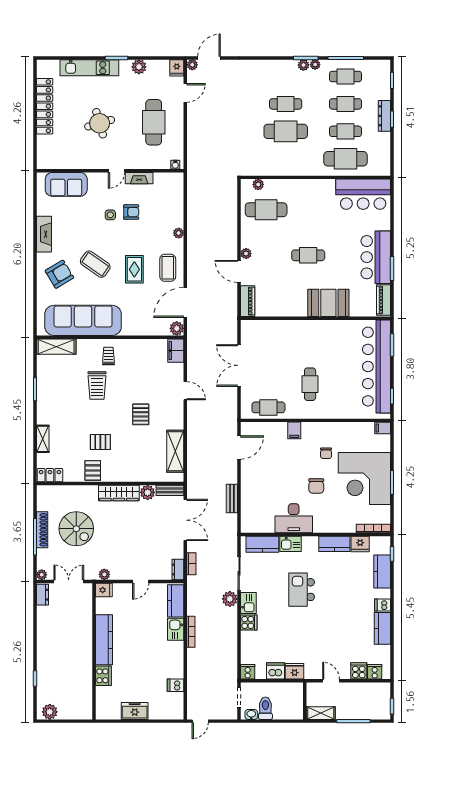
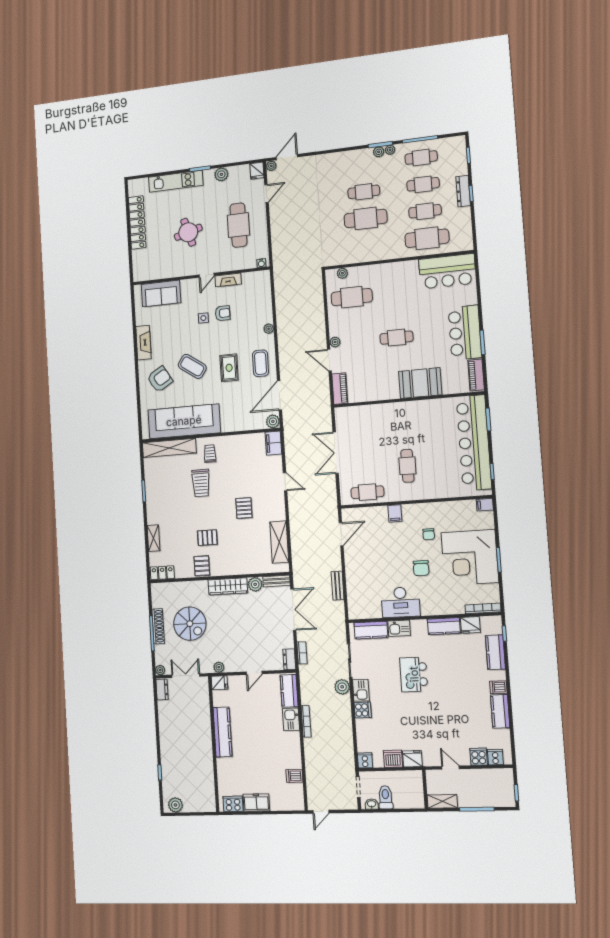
shelving: (56, 347) -> (169, 448), width x1.47
cooker: (103, 676) -> (233, 804), moved, turned -90

